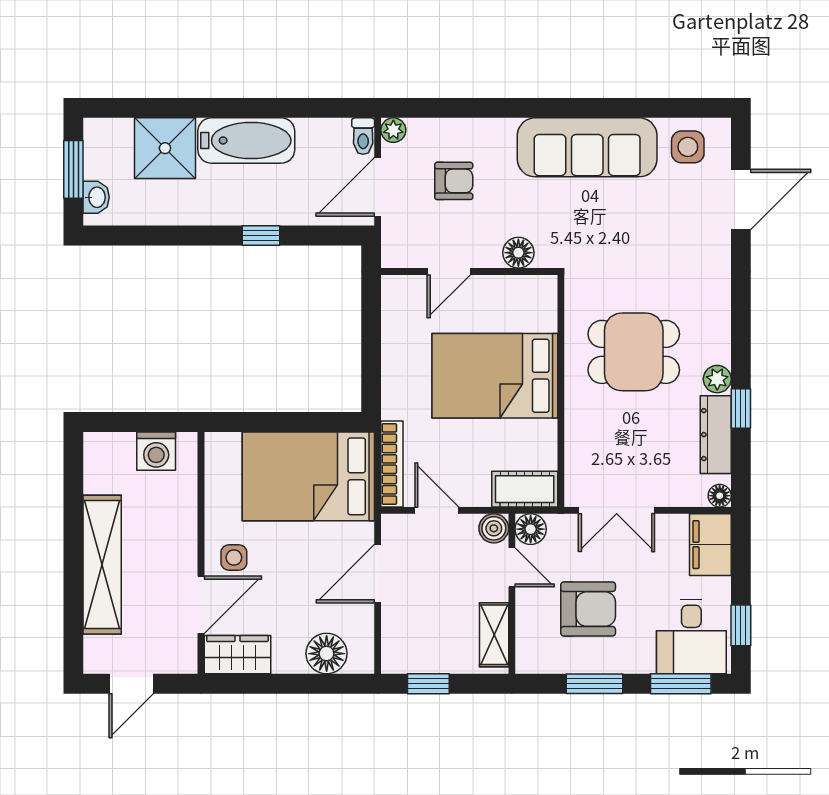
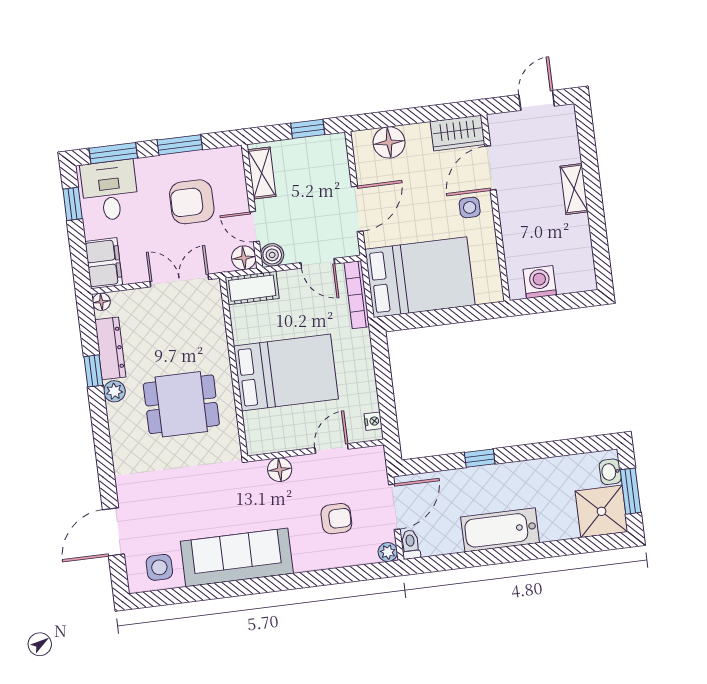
shower: (165, 148) -> (602, 511), moved
armchair: (454, 181) -> (336, 519), turned 180
nightstand: (391, 300) -> (373, 421), added
shelving: (102, 565) -> (574, 189), width x0.45, depth x0.75

